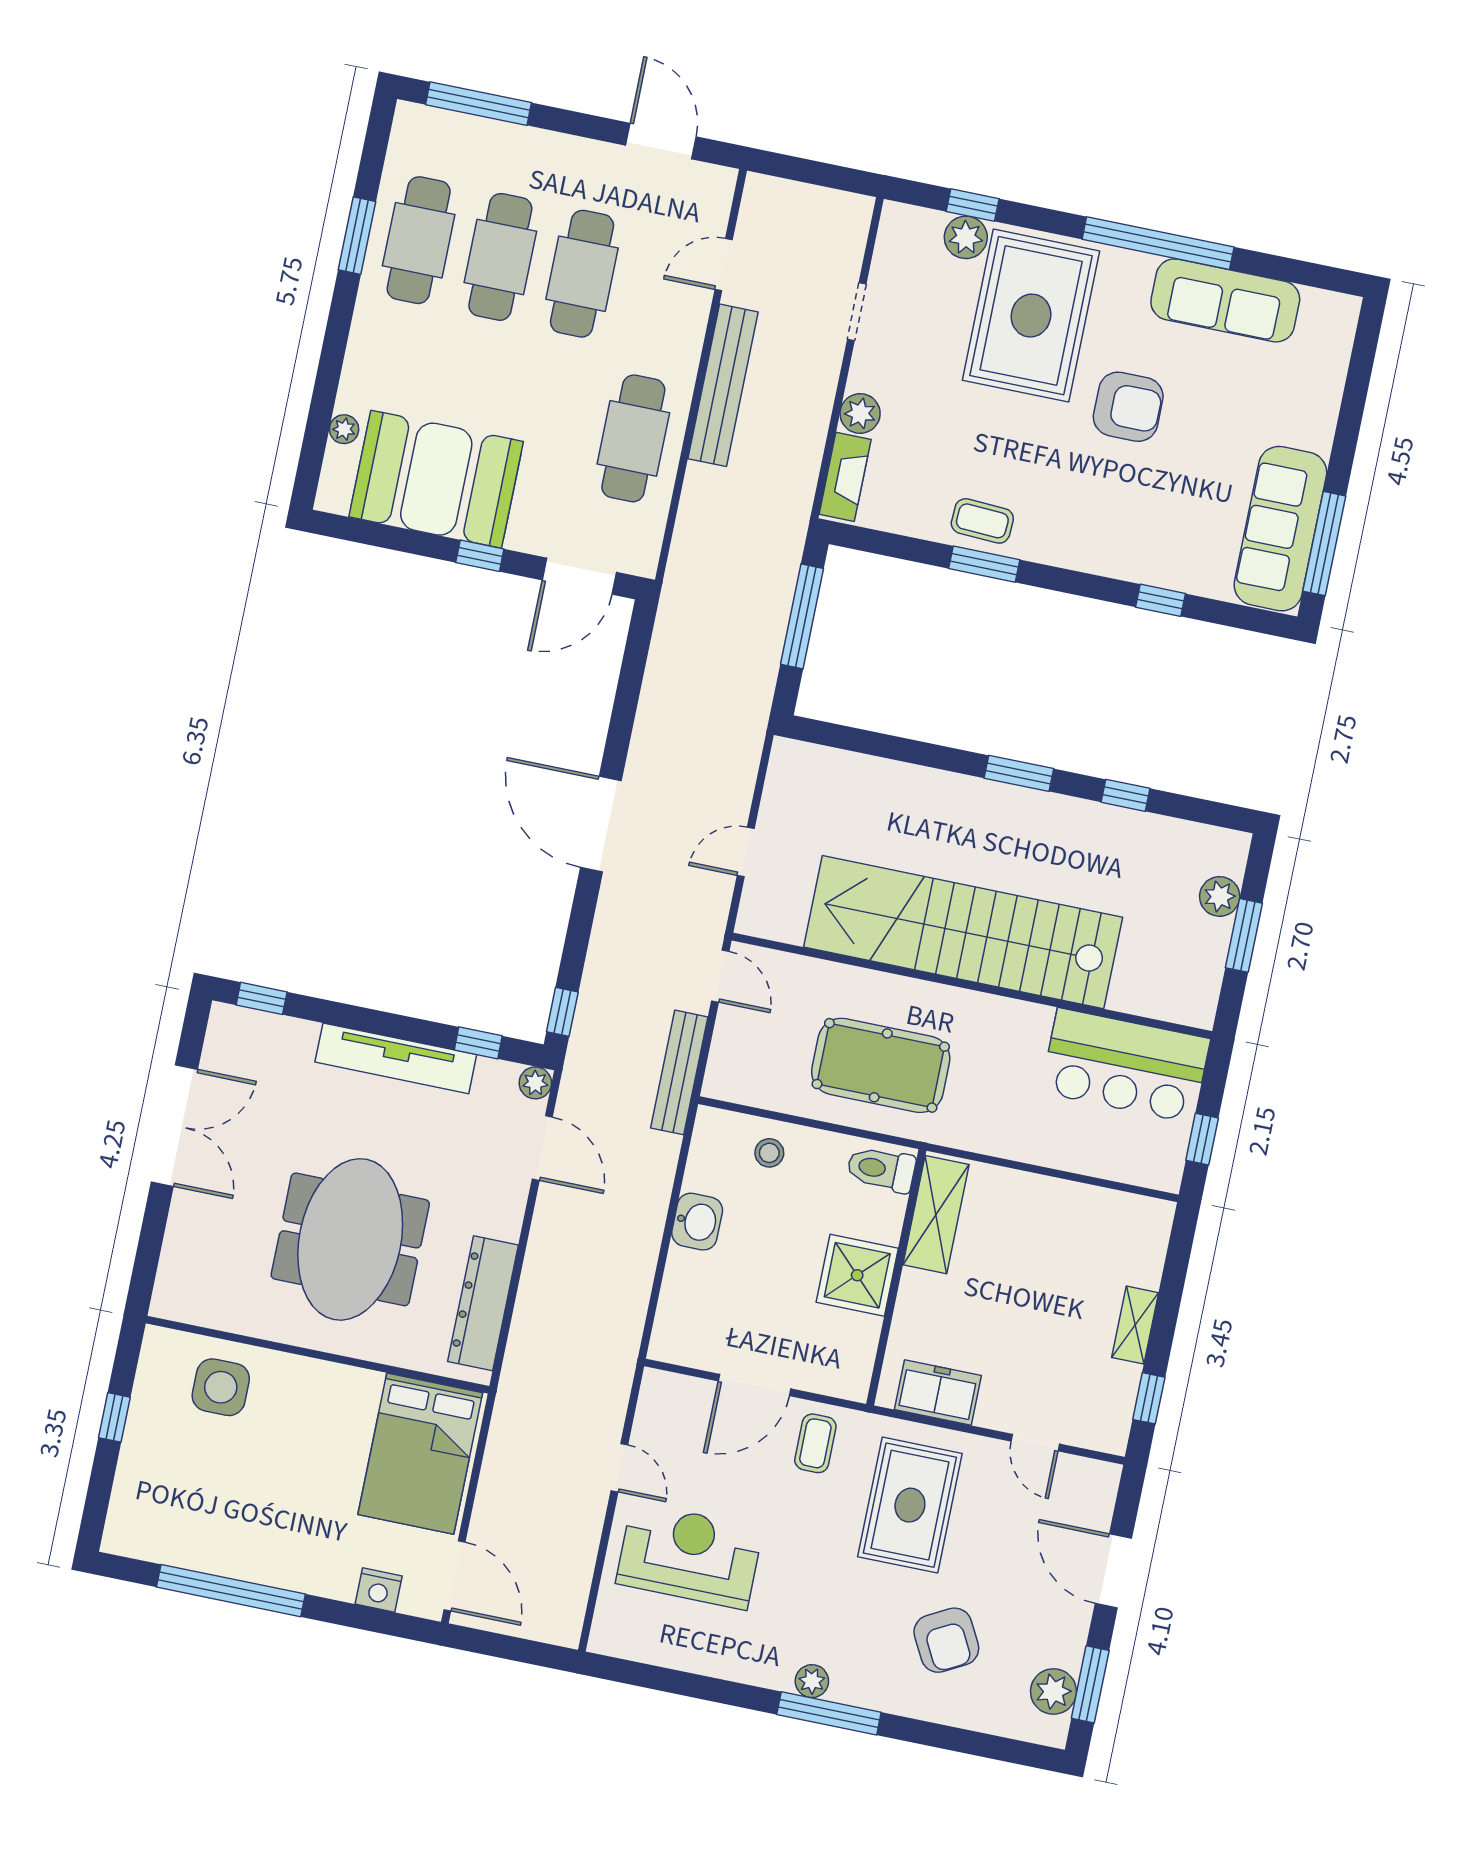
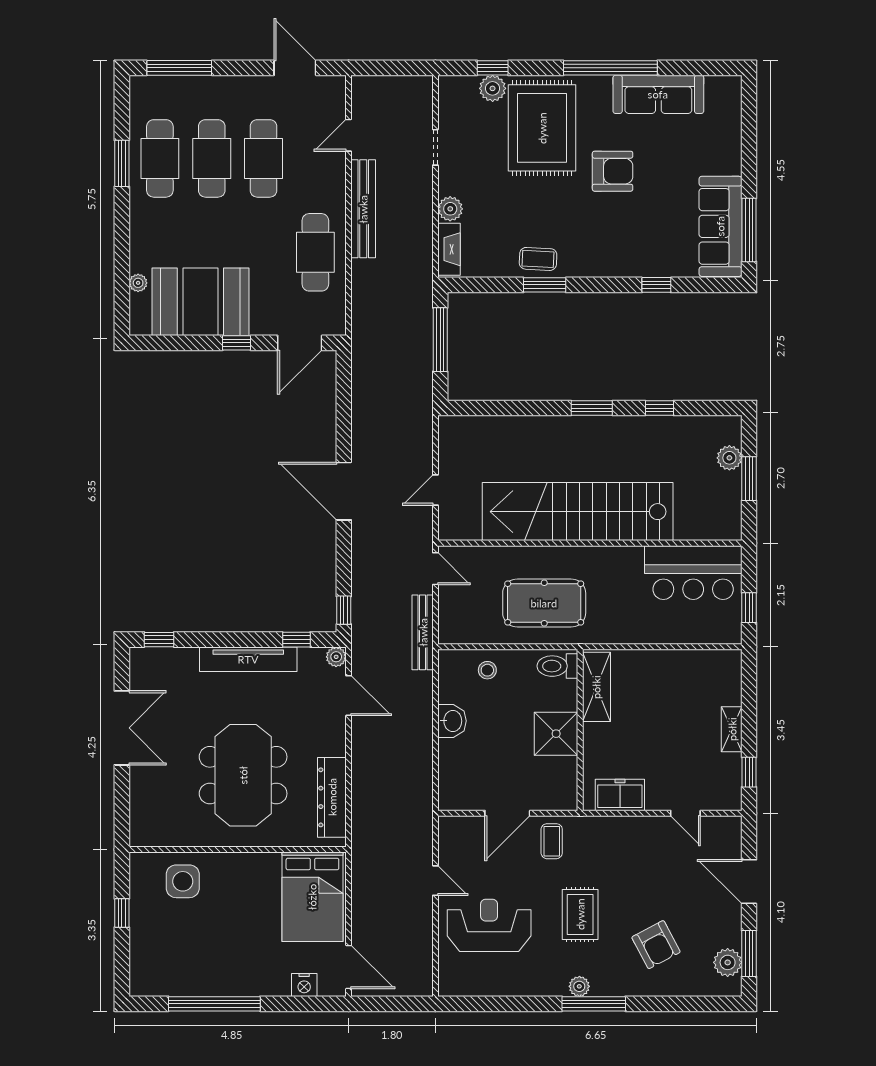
rug: (910, 1505) -> (580, 914), moved, width x0.73, depth x0.70

